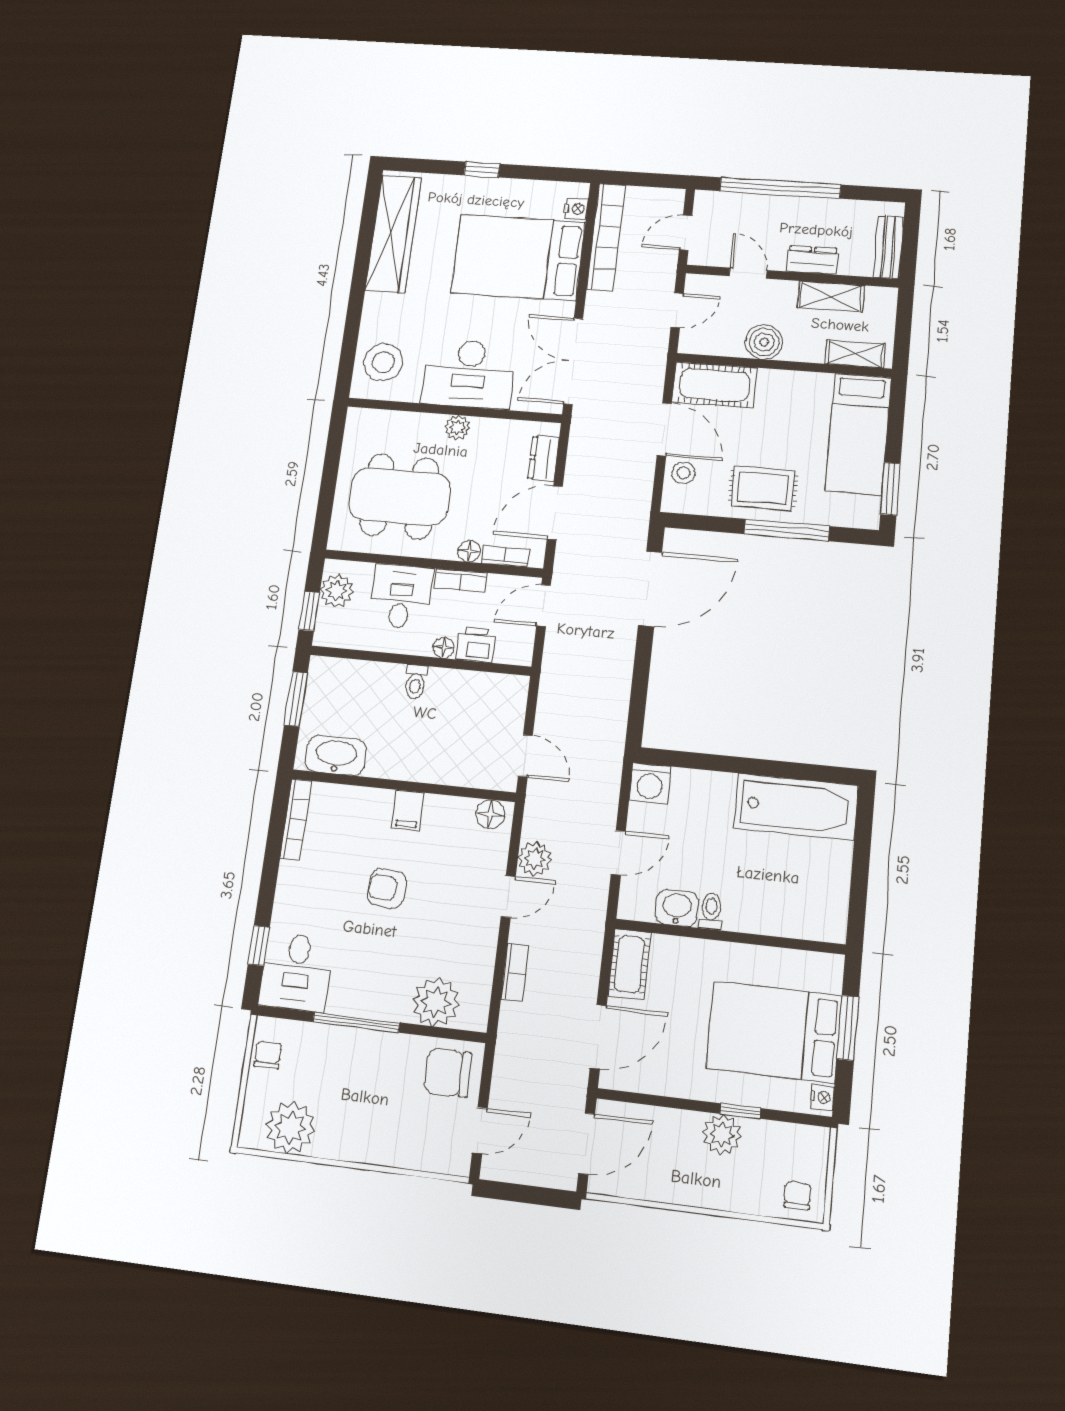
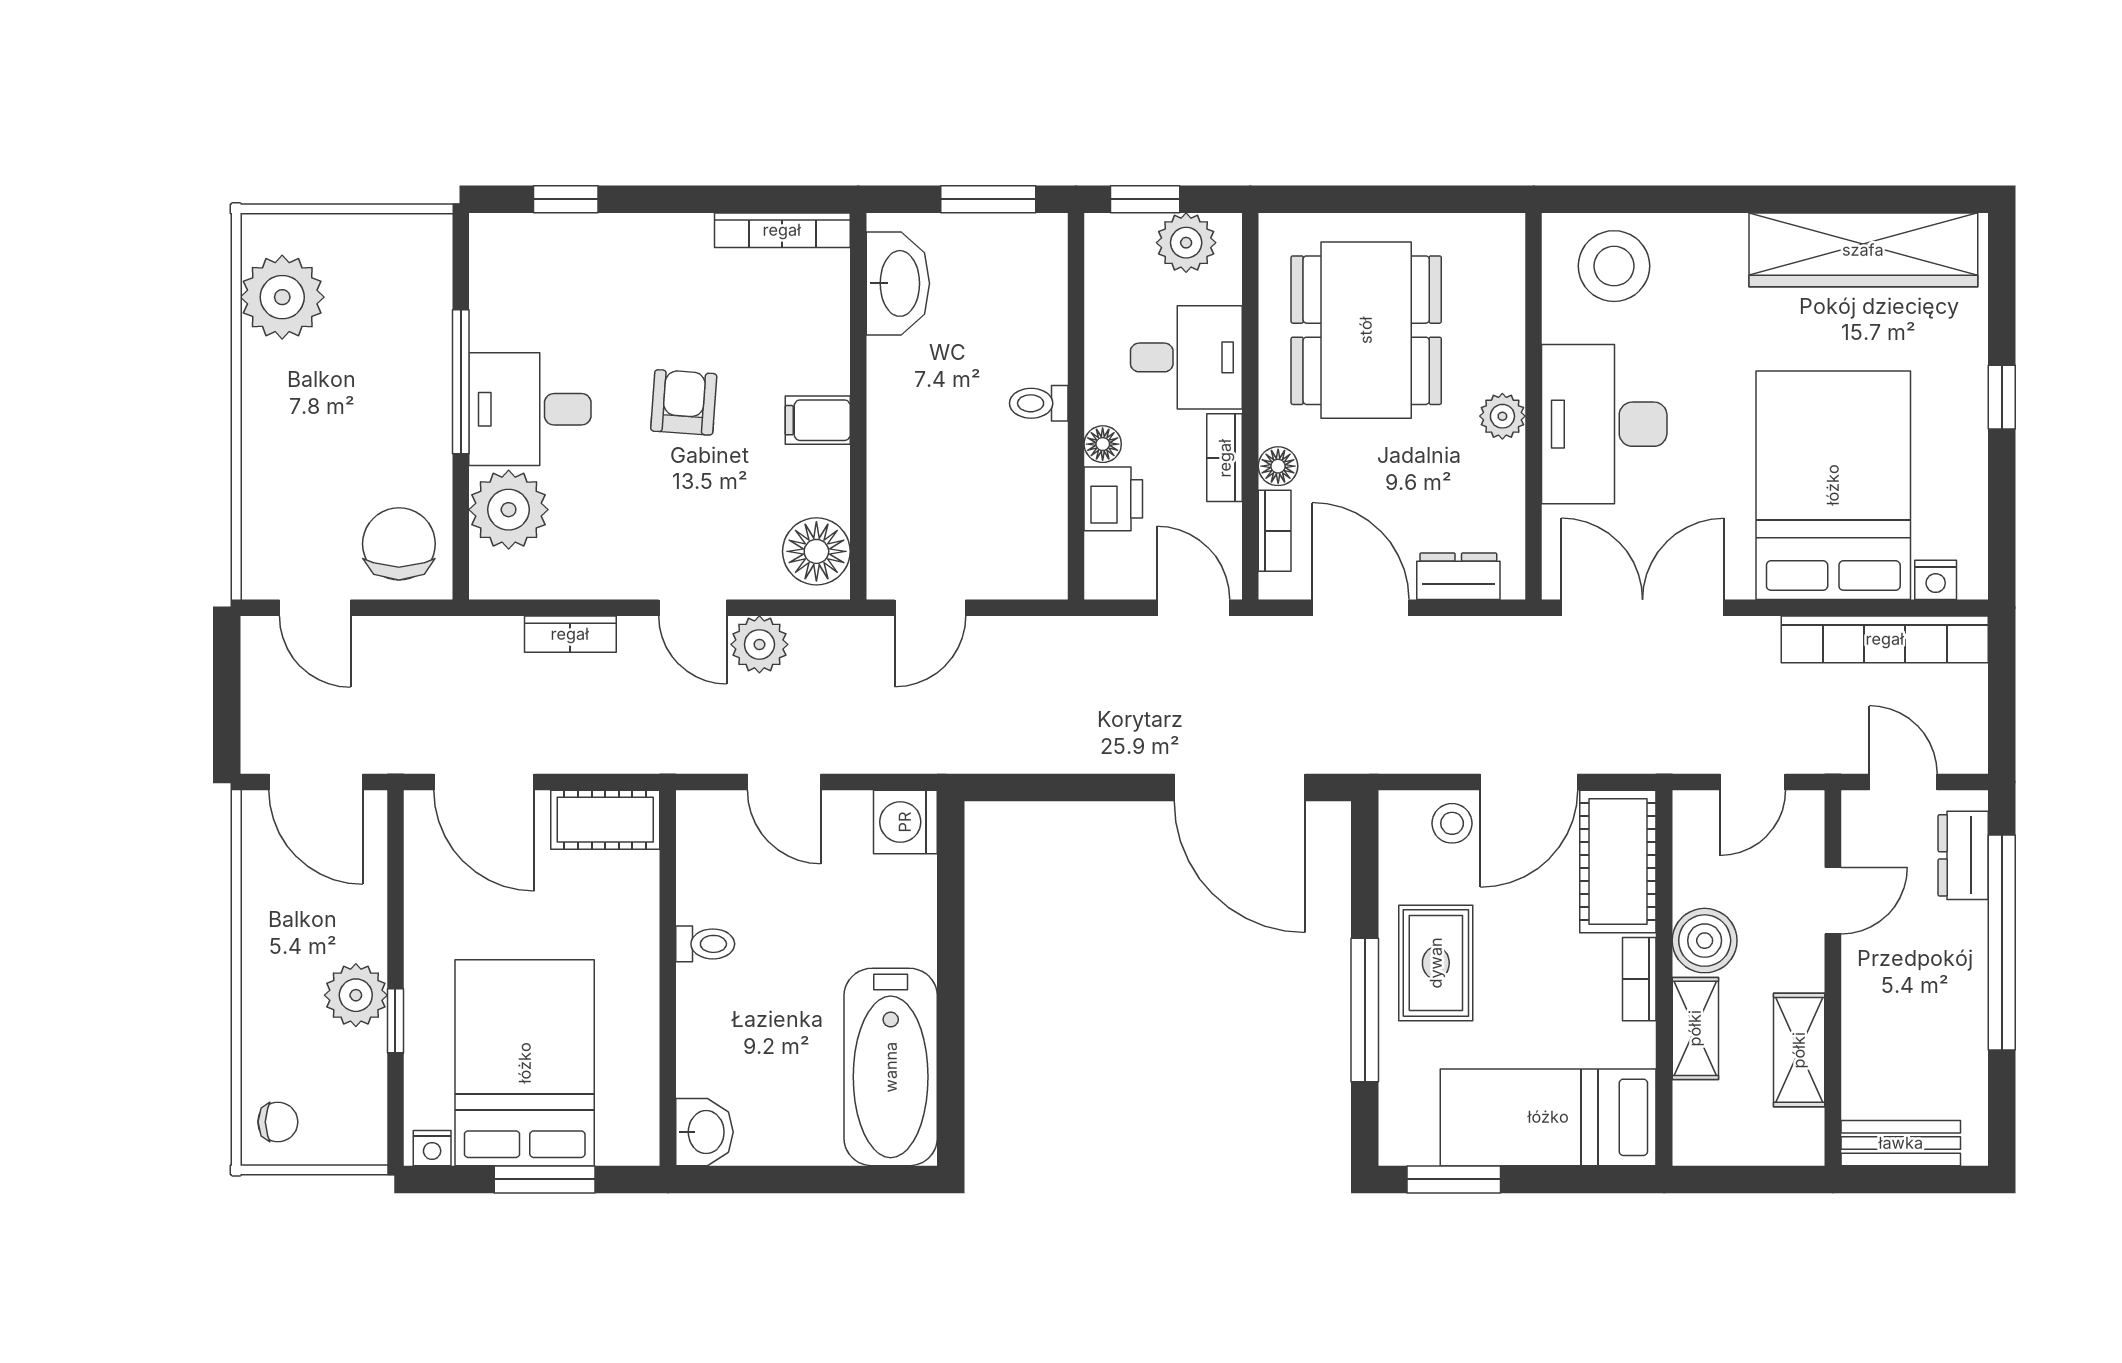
dresser: (812, 260) -> (1963, 855), moved, turned 180
door: (677, 310) -> (1753, 782), hinge flipped
shelving: (855, 354) -> (1695, 1028), moved
bookcase: (783, 379) -> (1639, 979), added
floor lamp: (490, 814) -> (816, 551), width x1.38, depth x1.38
washbasin: (677, 908) -> (704, 1132), moved
desk: (296, 972) -> (530, 409), moved
chair: (268, 1055) -> (392, 242), removed

